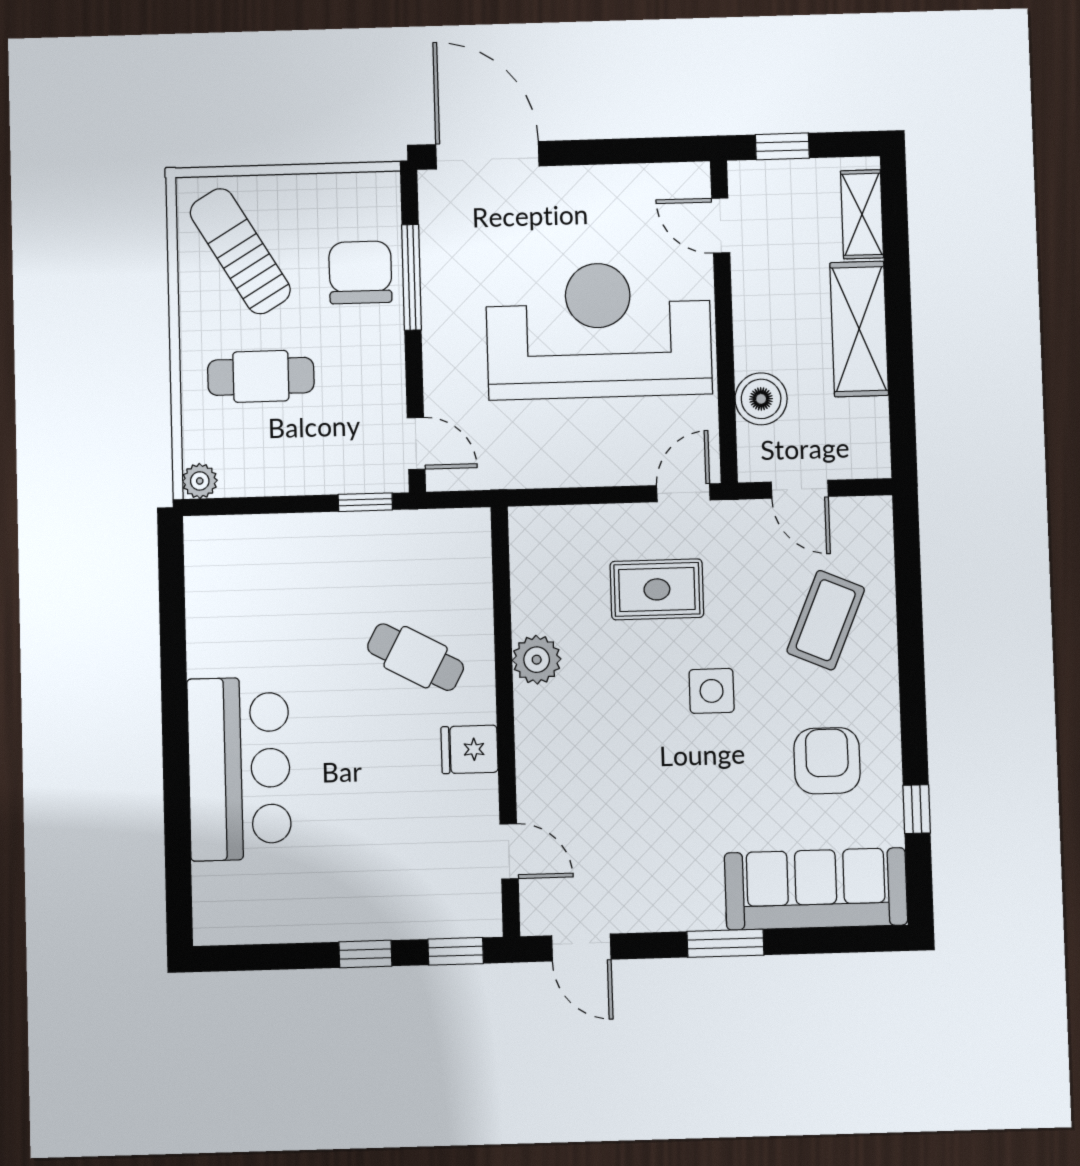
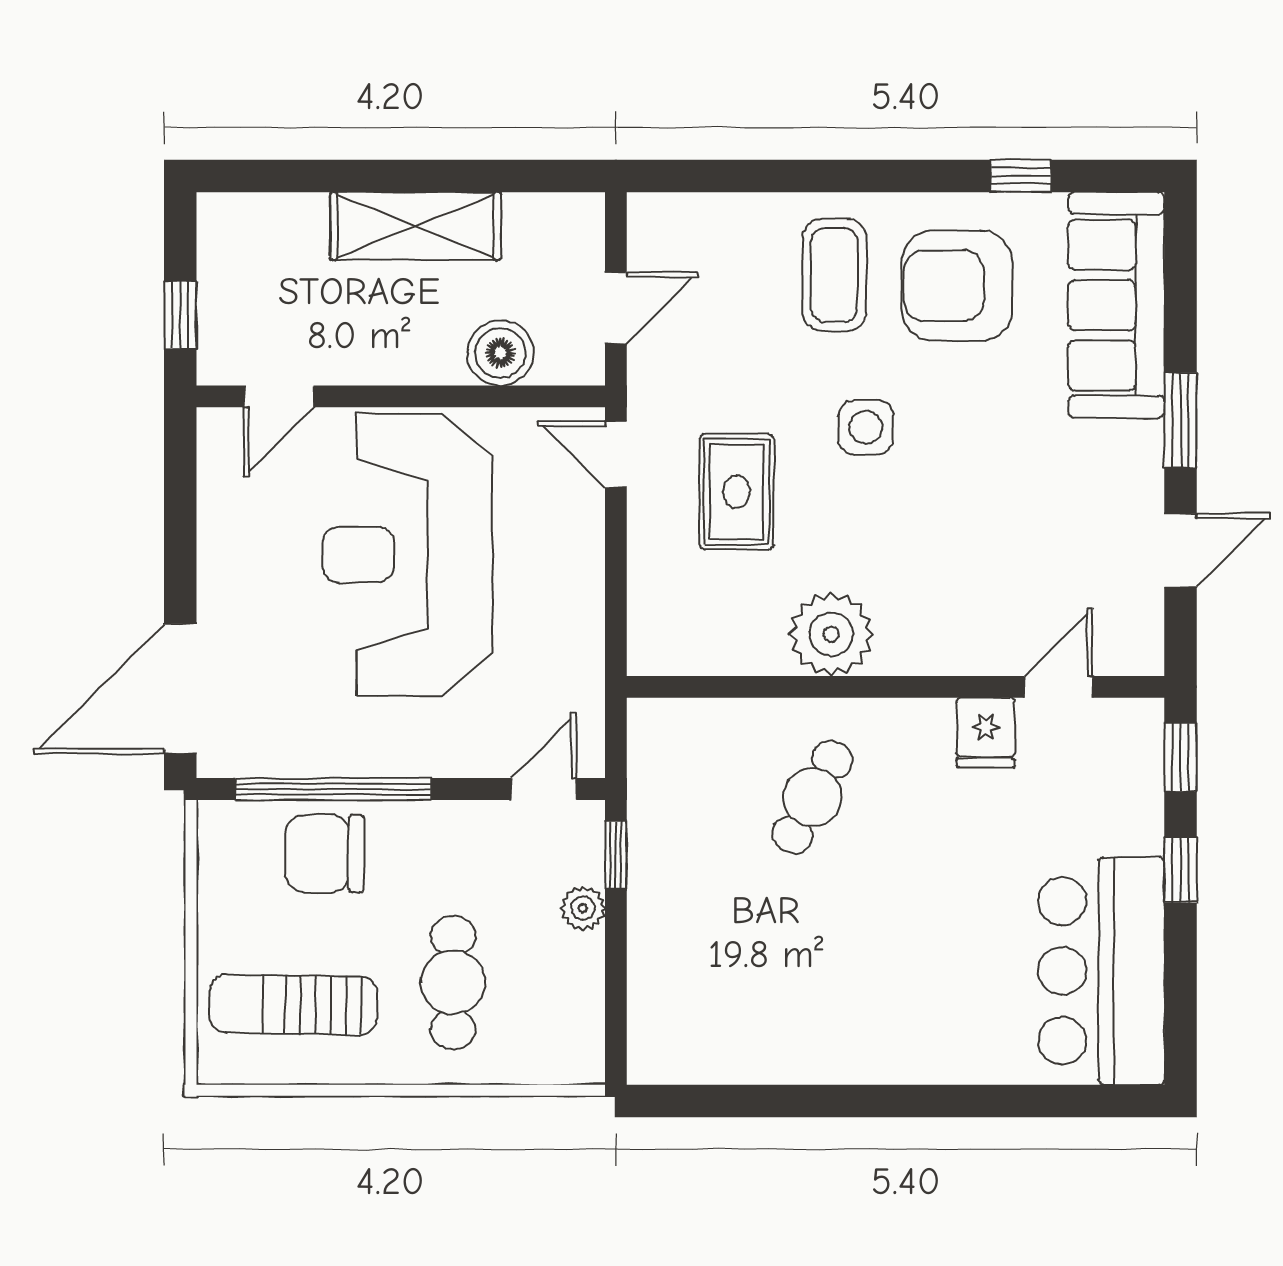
shelving: (862, 214) -> (270, 217), removed
sun lounger: (240, 251) -> (293, 1005), turned 32
window: (412, 277) -> (333, 789), width x1.46
plant: (200, 481) -> (583, 908), moved
coffee table: (826, 620) -> (834, 275), moved, turned 67
plant: (537, 660) -> (831, 634), width x1.36, depth x1.36
fridge: (470, 749) -> (986, 733), moved
armchair: (827, 761) -> (957, 286), width x1.36, depth x1.36
bar counter: (239, 769) -> (1101, 971), moved, turned -90
door: (581, 948) -> (1181, 550), moved

